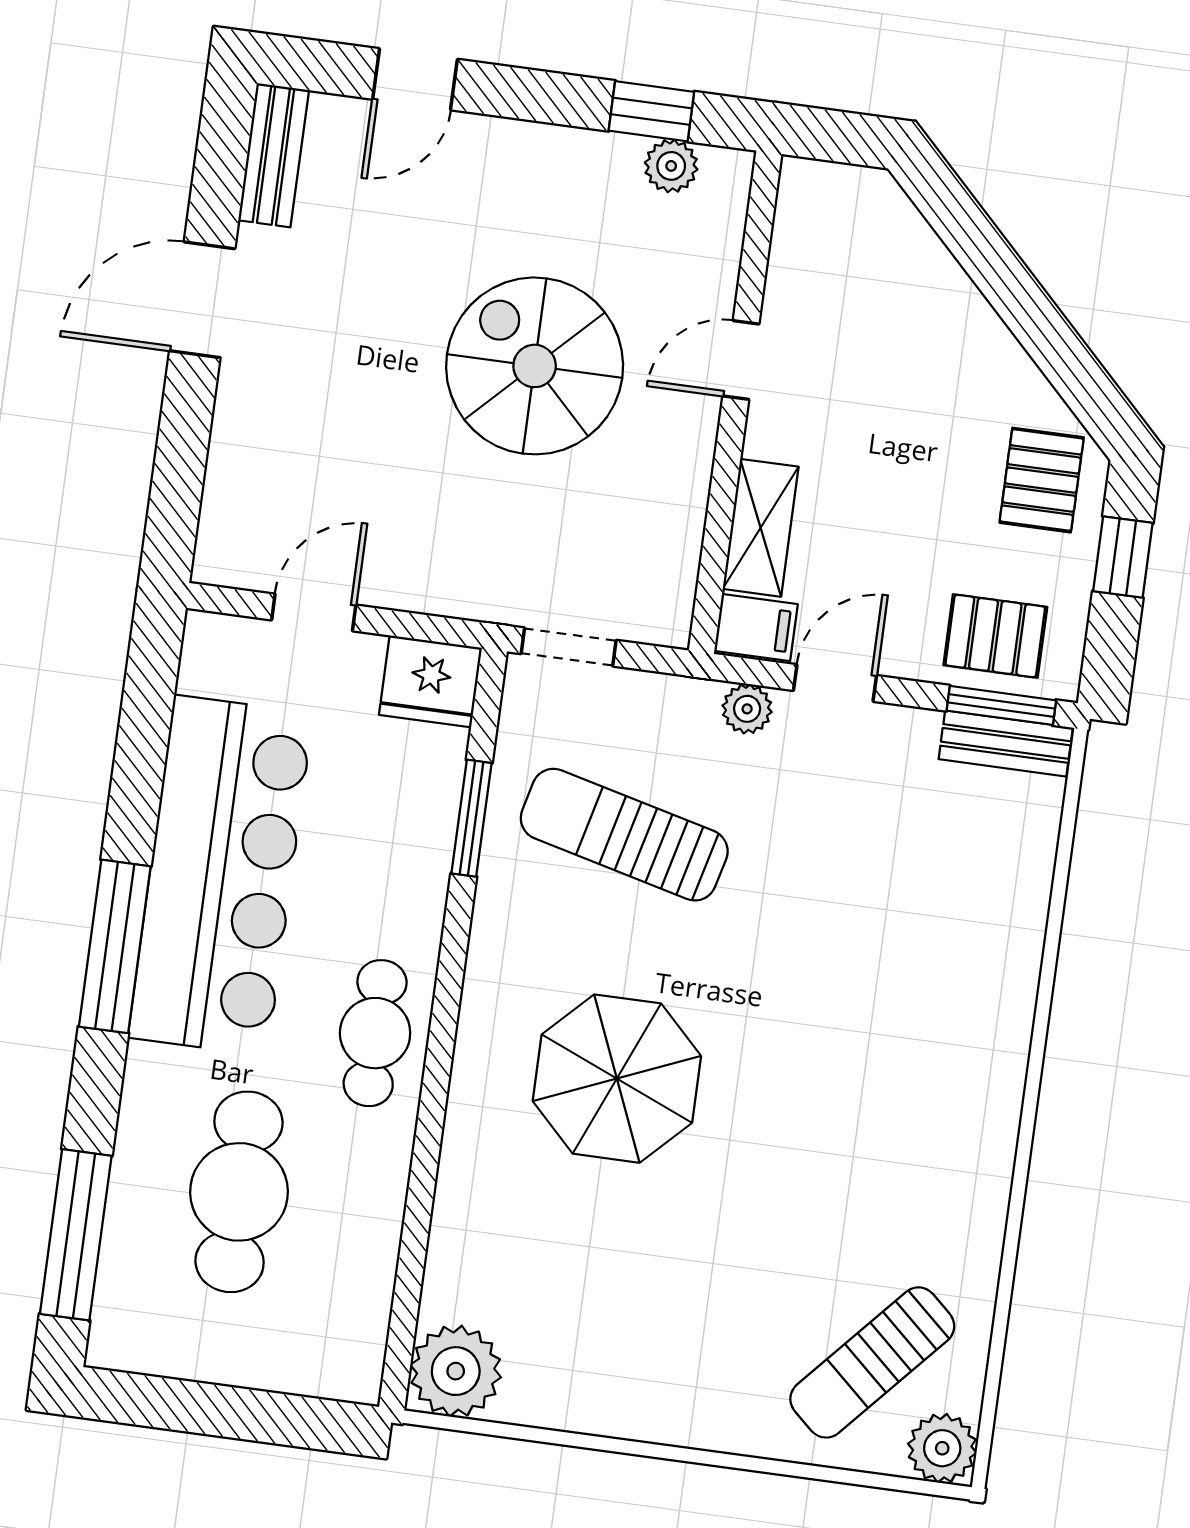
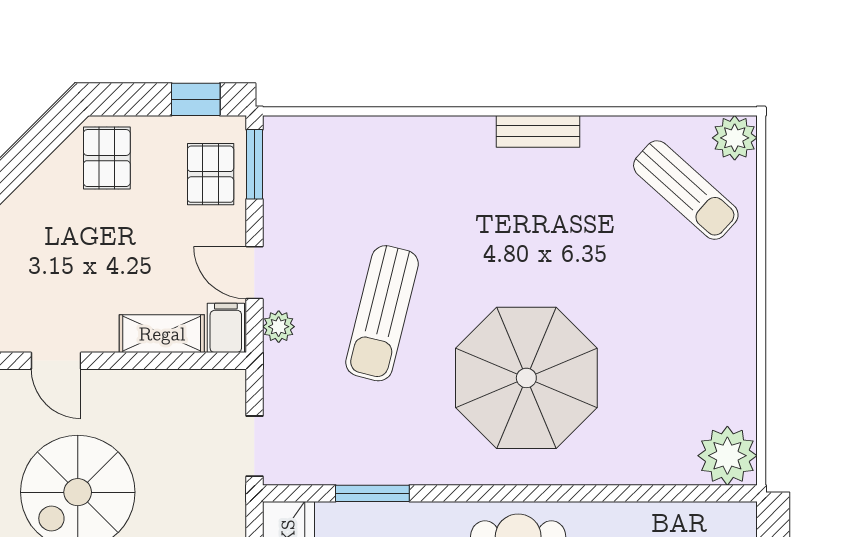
pallet: (1042, 480) -> (107, 158), turned 90
window: (1123, 557) -> (196, 99), moved
bench: (1006, 743) -> (538, 131), moved, turned 90
sun lounger: (624, 835) -> (382, 313), moved
parasol: (617, 1079) -> (526, 378), width x1.36, depth x1.36

